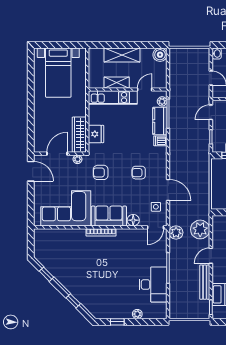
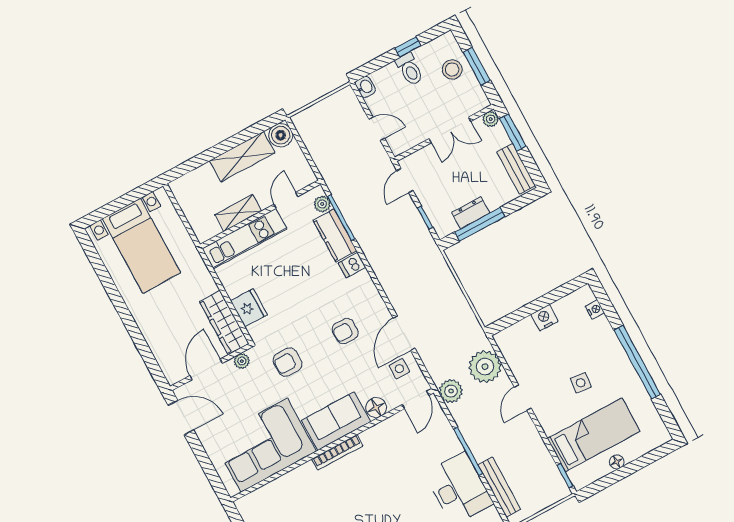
shelving: (122, 55) -> (242, 157), moved
door: (168, 190) -> (404, 333), swing flipped
bench: (205, 282) -> (499, 487), moved

